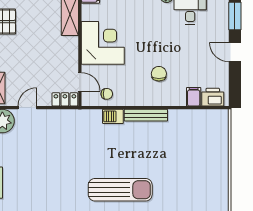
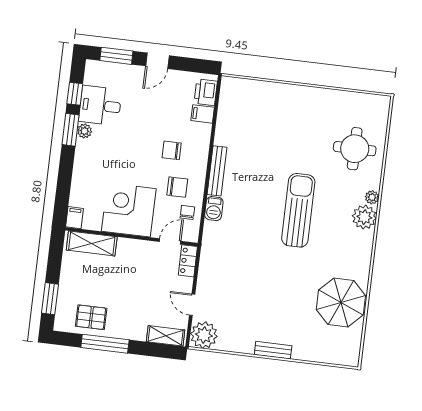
chair: (128, 83) -> (177, 187), added

